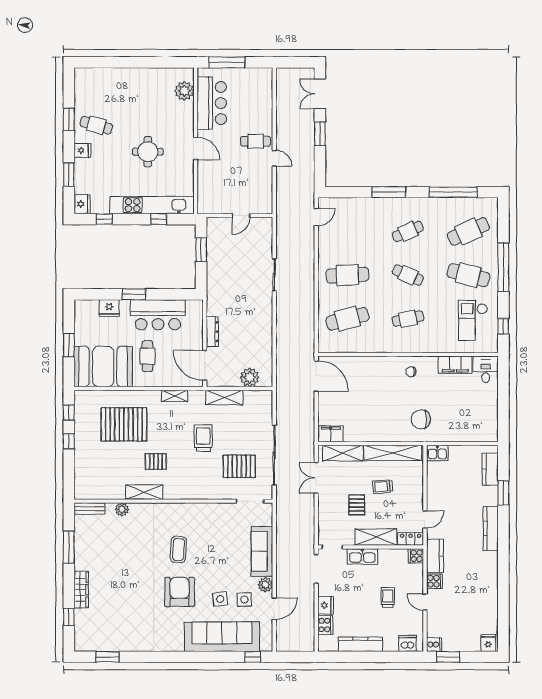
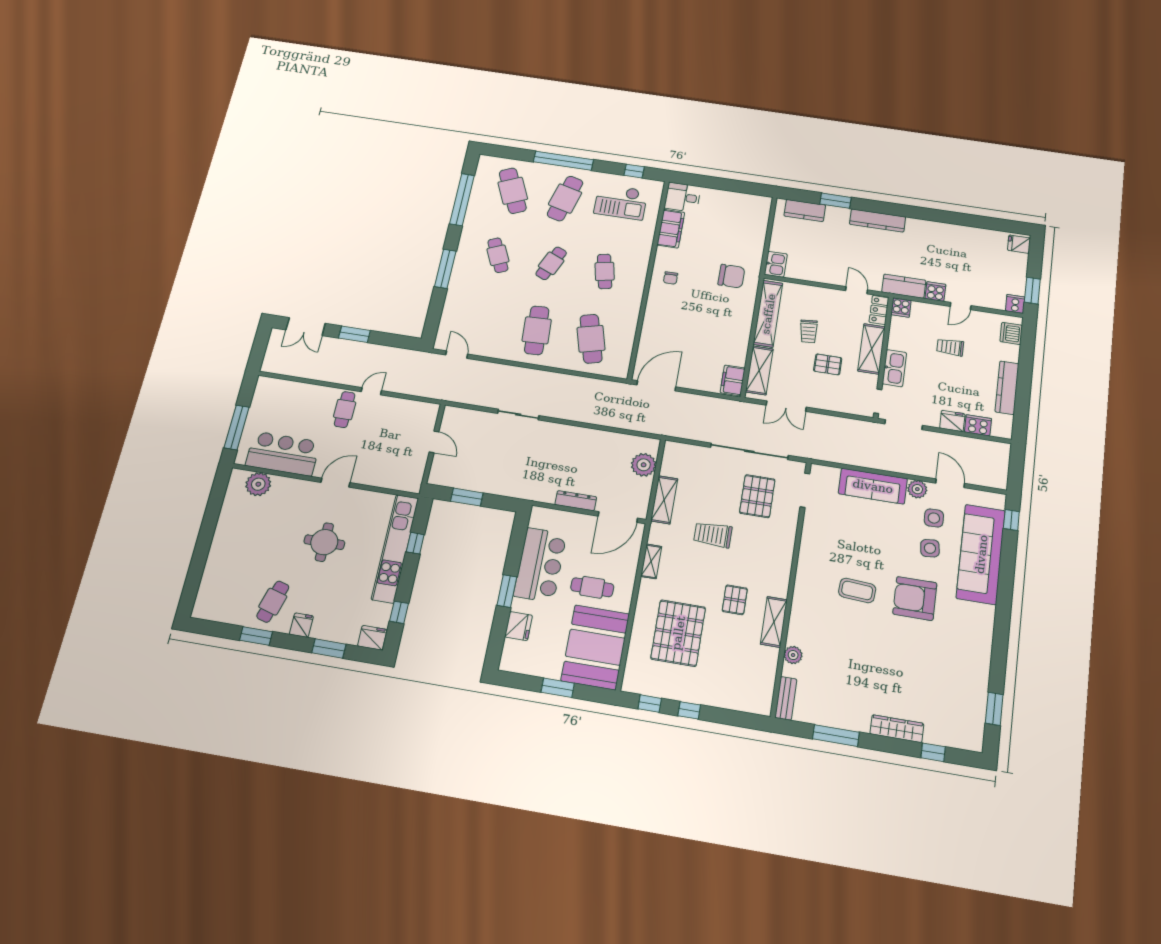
chair: (421, 419) -> (731, 276), turned -90

